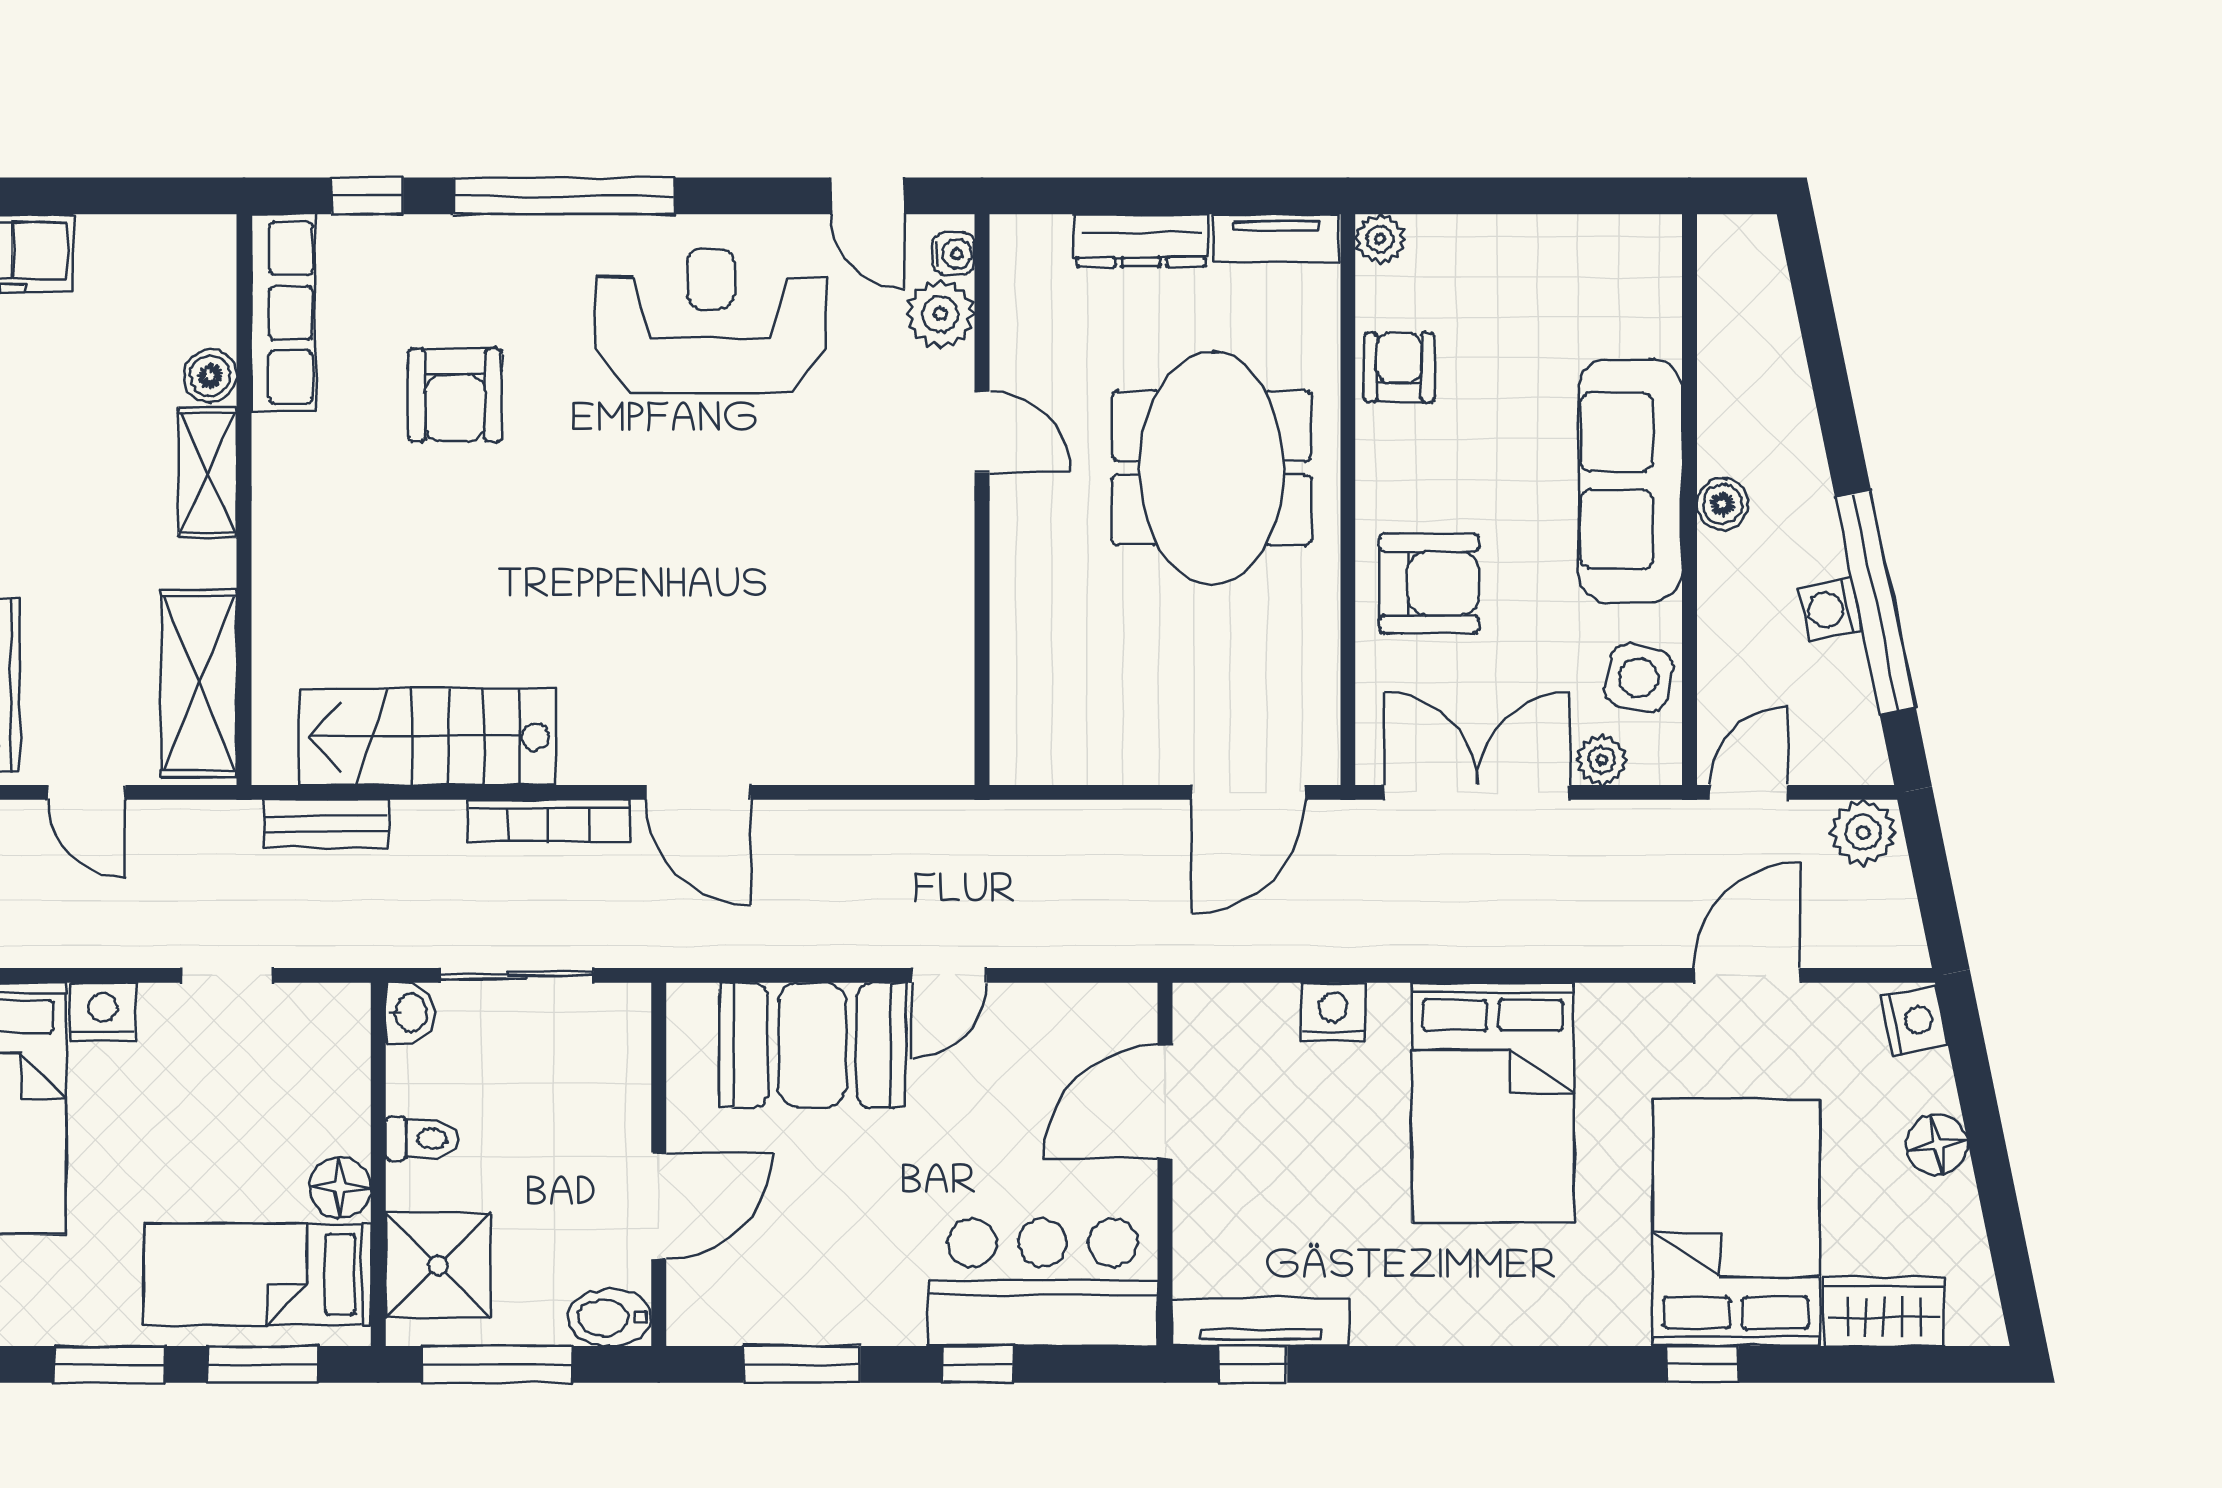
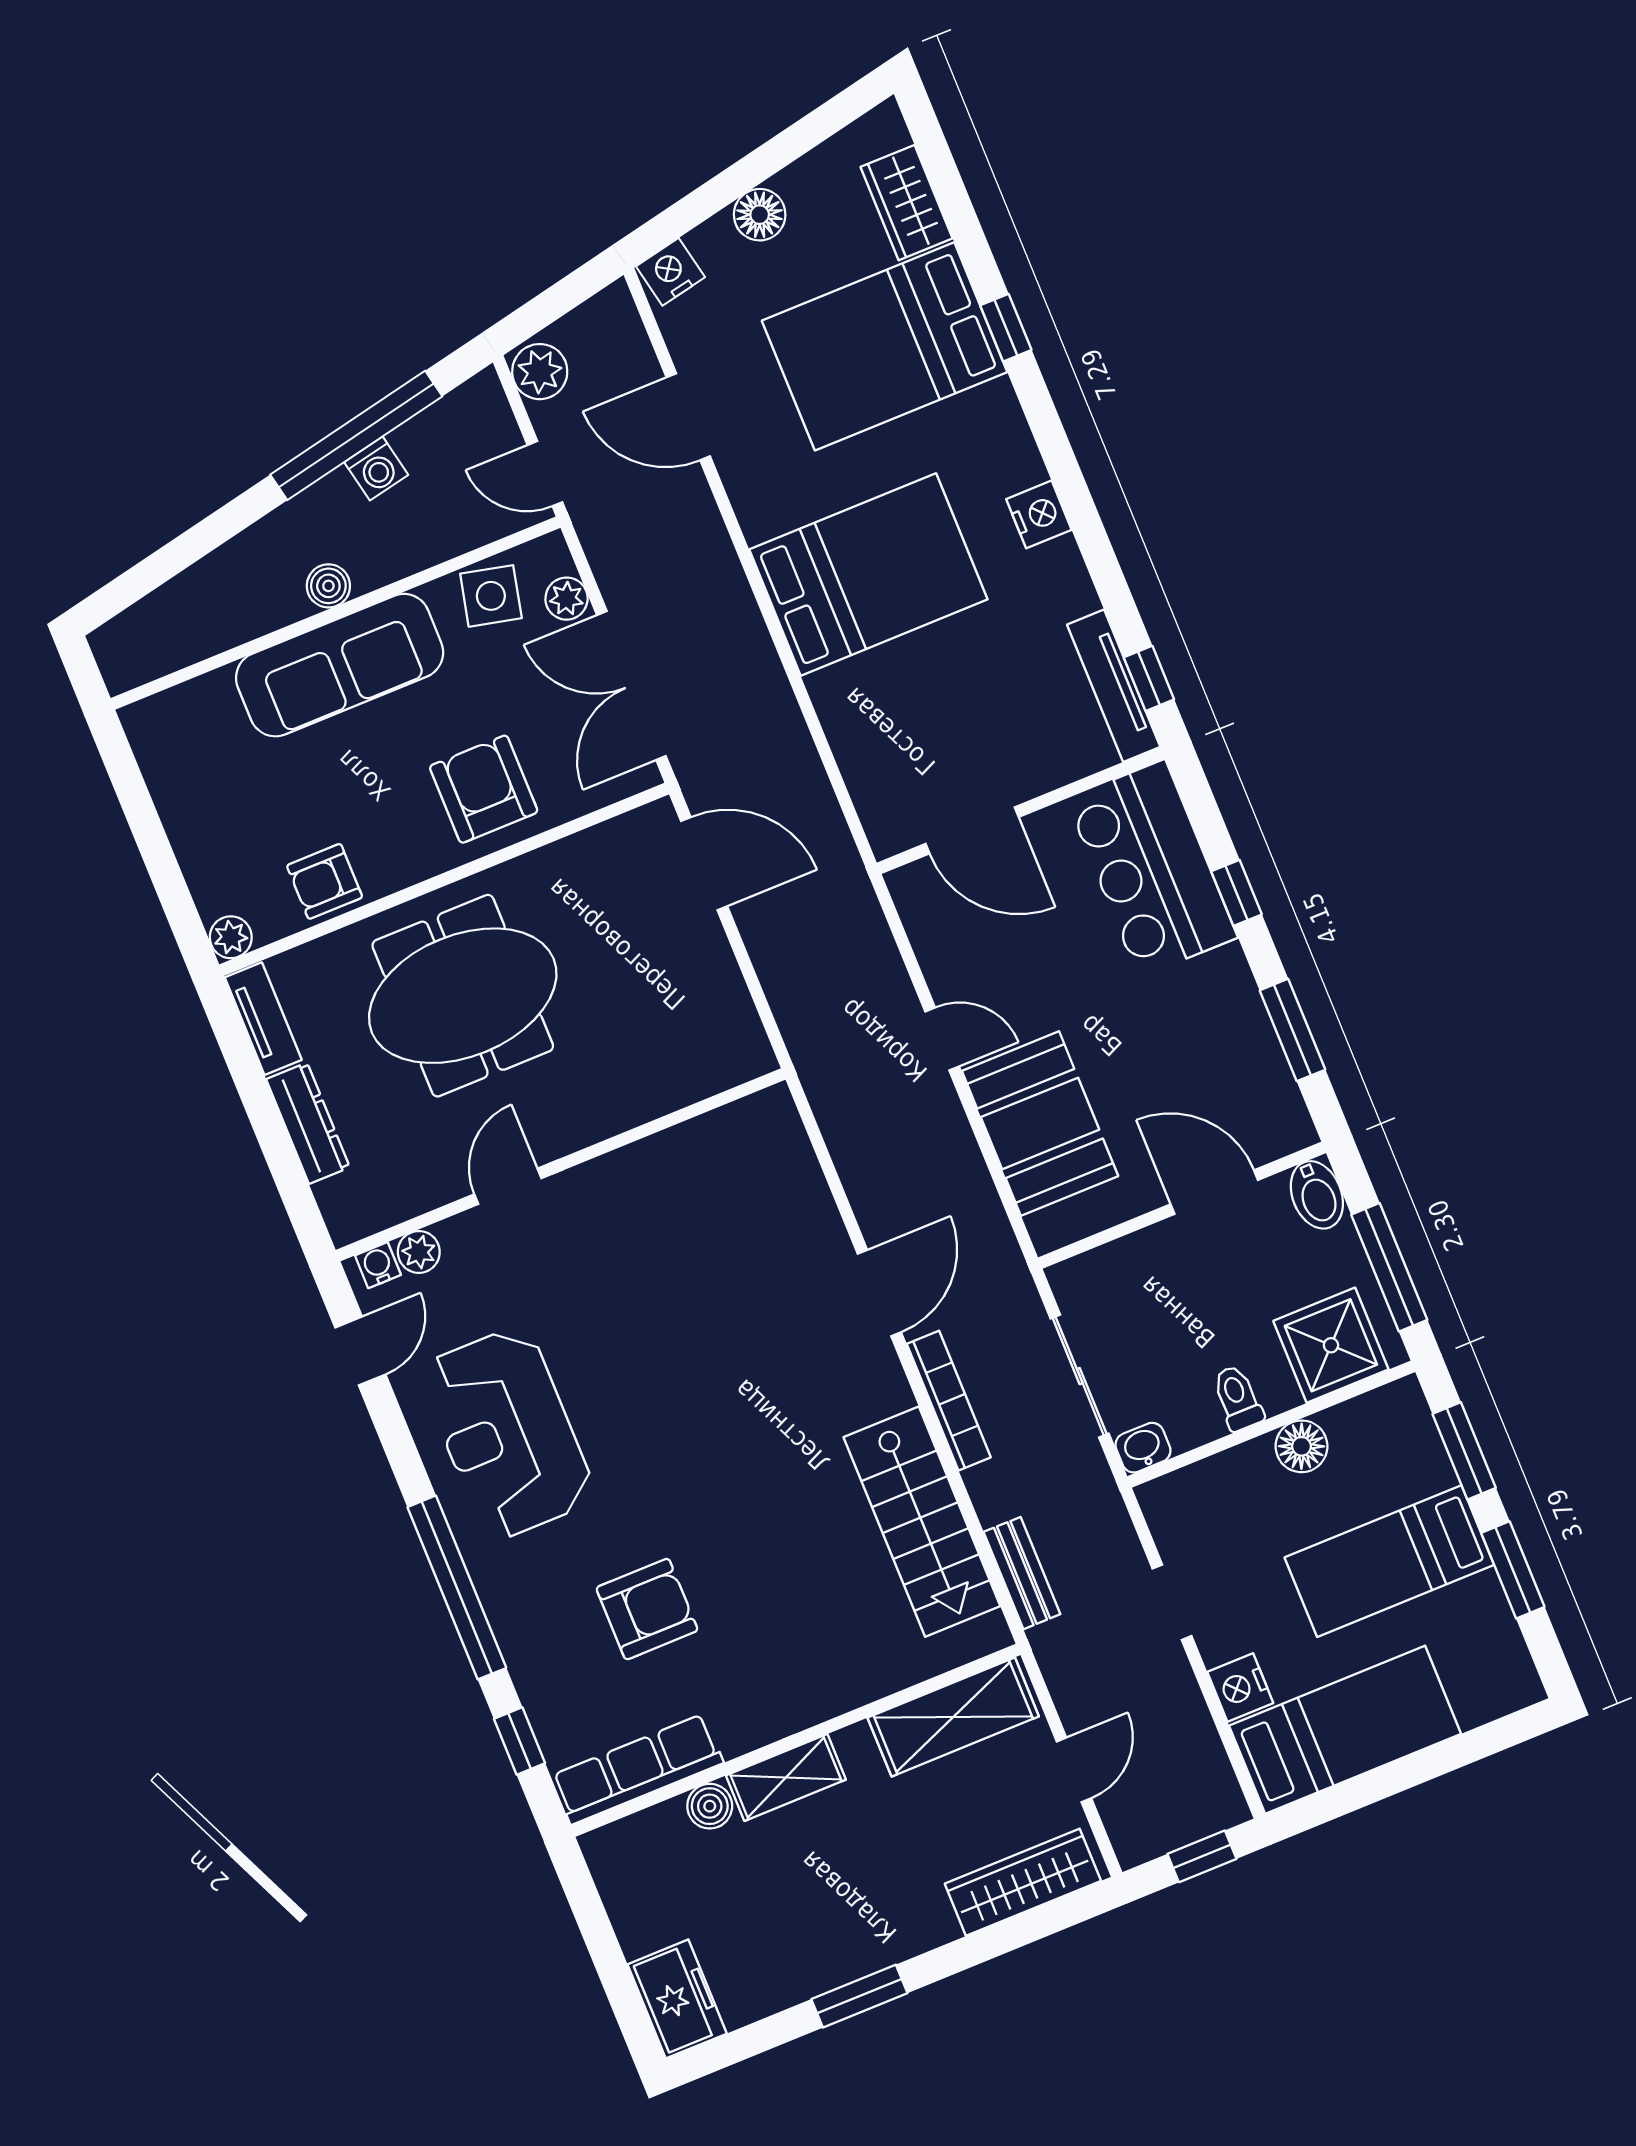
plant: (940, 314) -> (419, 1252), width x0.73, depth x0.73
nightstand: (1333, 1012) -> (1039, 514), moved, turned 180
bed: (257, 1274) -> (1389, 1561), moved, turned 90

